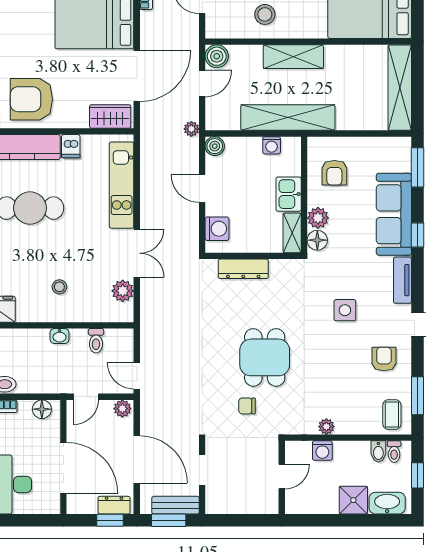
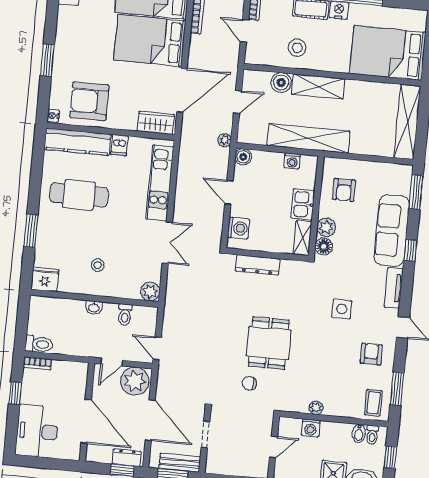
boiler: (217, 56) -> (281, 82), moved
plant: (123, 291) -> (150, 291), moved
floor lamp: (42, 409) -> (73, 369), removed
plant: (122, 409) -> (135, 381), width x1.88, depth x1.88

